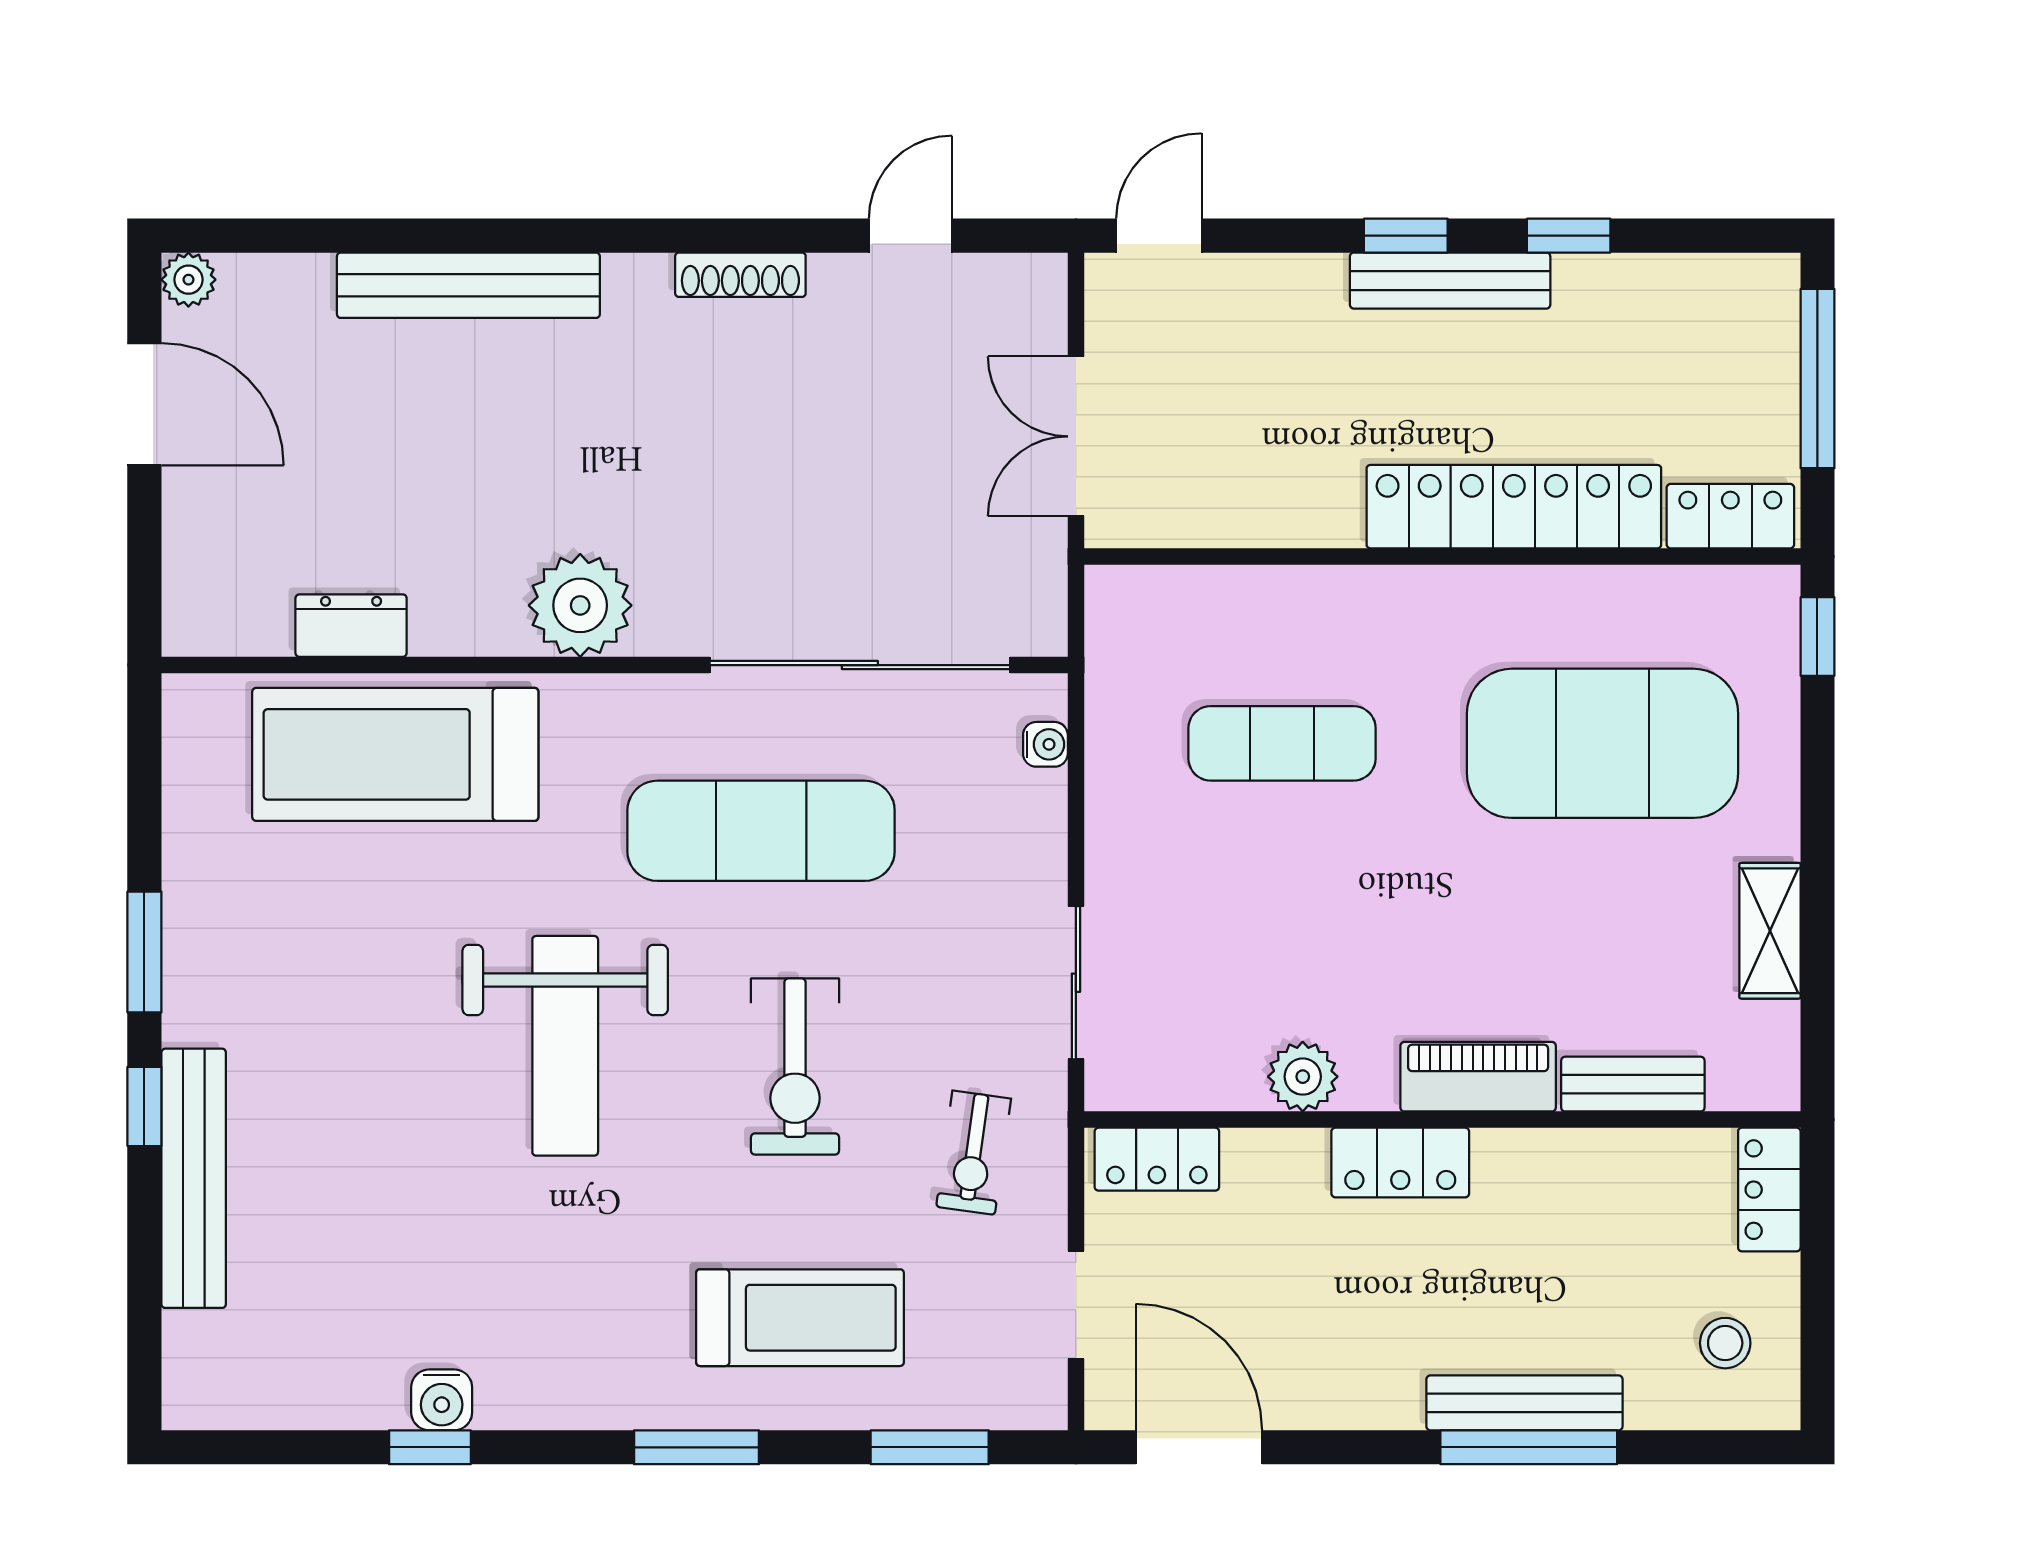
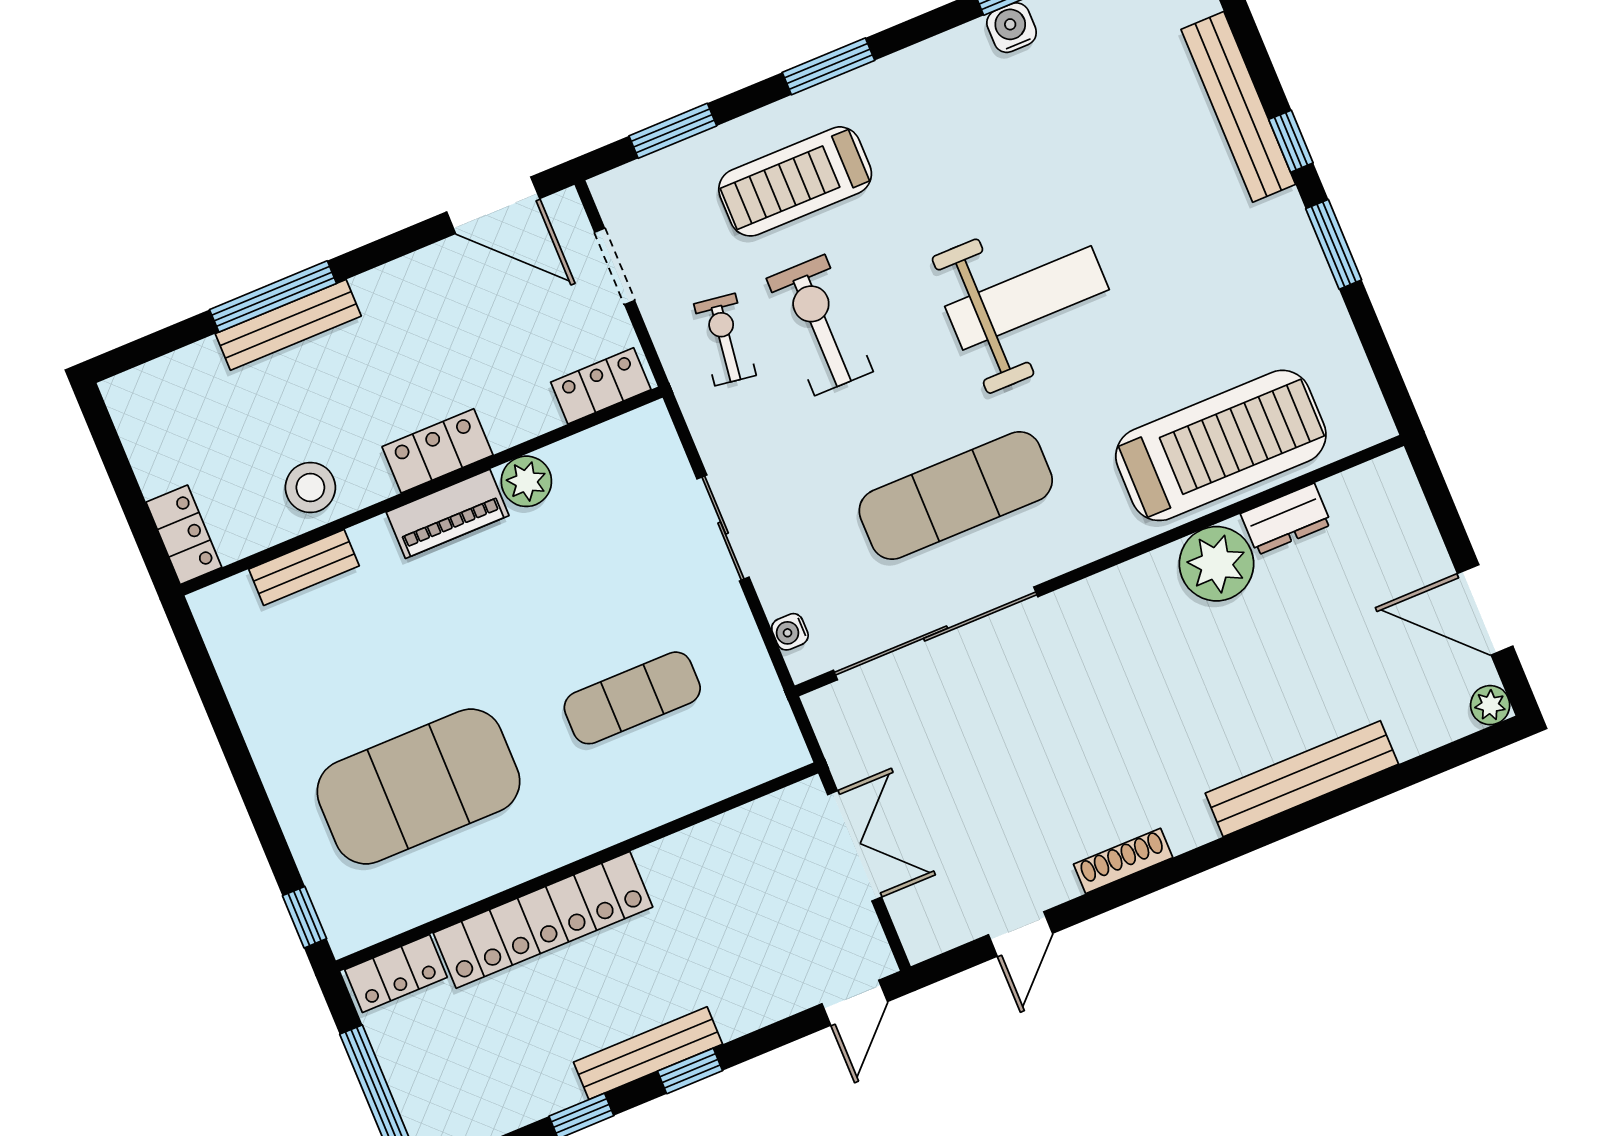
plant: (580, 605) -> (1217, 564), moved
shelving: (1770, 931) -> (255, 708), removed
sliding door: (1076, 983) -> (723, 528), moved
weight bench: (565, 1046) -> (1027, 298), turned 90
exercise bike: (795, 1066) -> (820, 325), moved
piano: (1478, 1077) -> (448, 514), moved
stool: (1725, 1343) -> (310, 487), moved, width x1.37, depth x1.37

